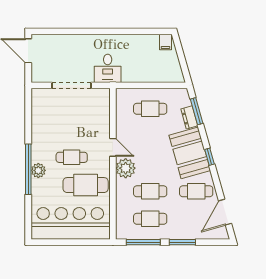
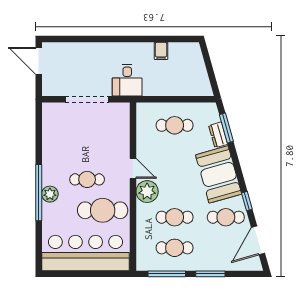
filing cabinet: (165, 42) -> (161, 51), moved
window: (209, 157) -> (247, 201), moved

